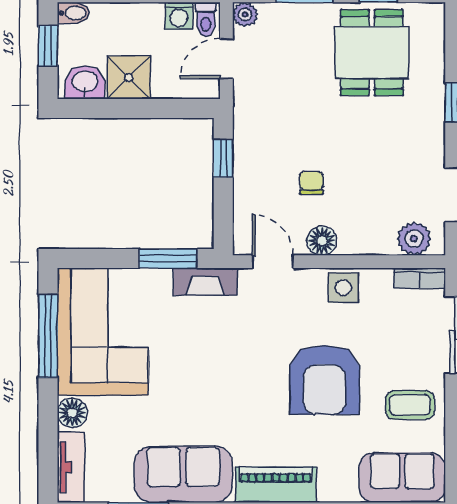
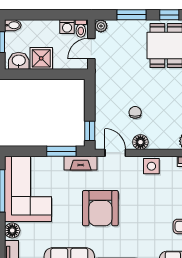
window: (223, 158) -> (90, 131), moved
armchair: (324, 380) -> (100, 208), moved

